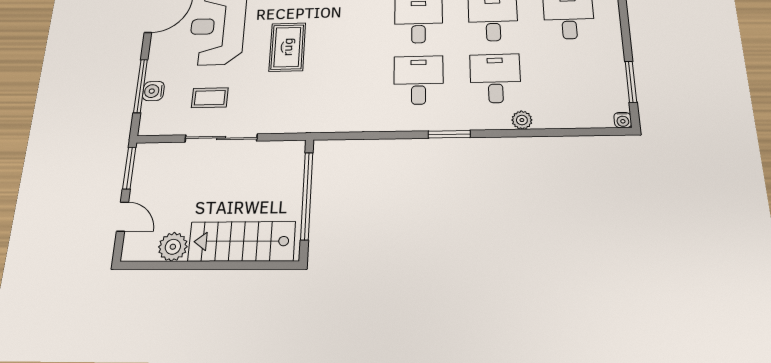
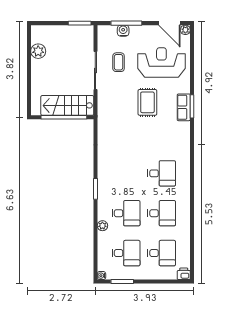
rug: (287, 47) -> (147, 102), turned 90
desk: (419, 80) -> (126, 253), moved
door: (122, 217) -> (54, 23), removed
stairs: (242, 241) -> (67, 105), moved, turned -90

